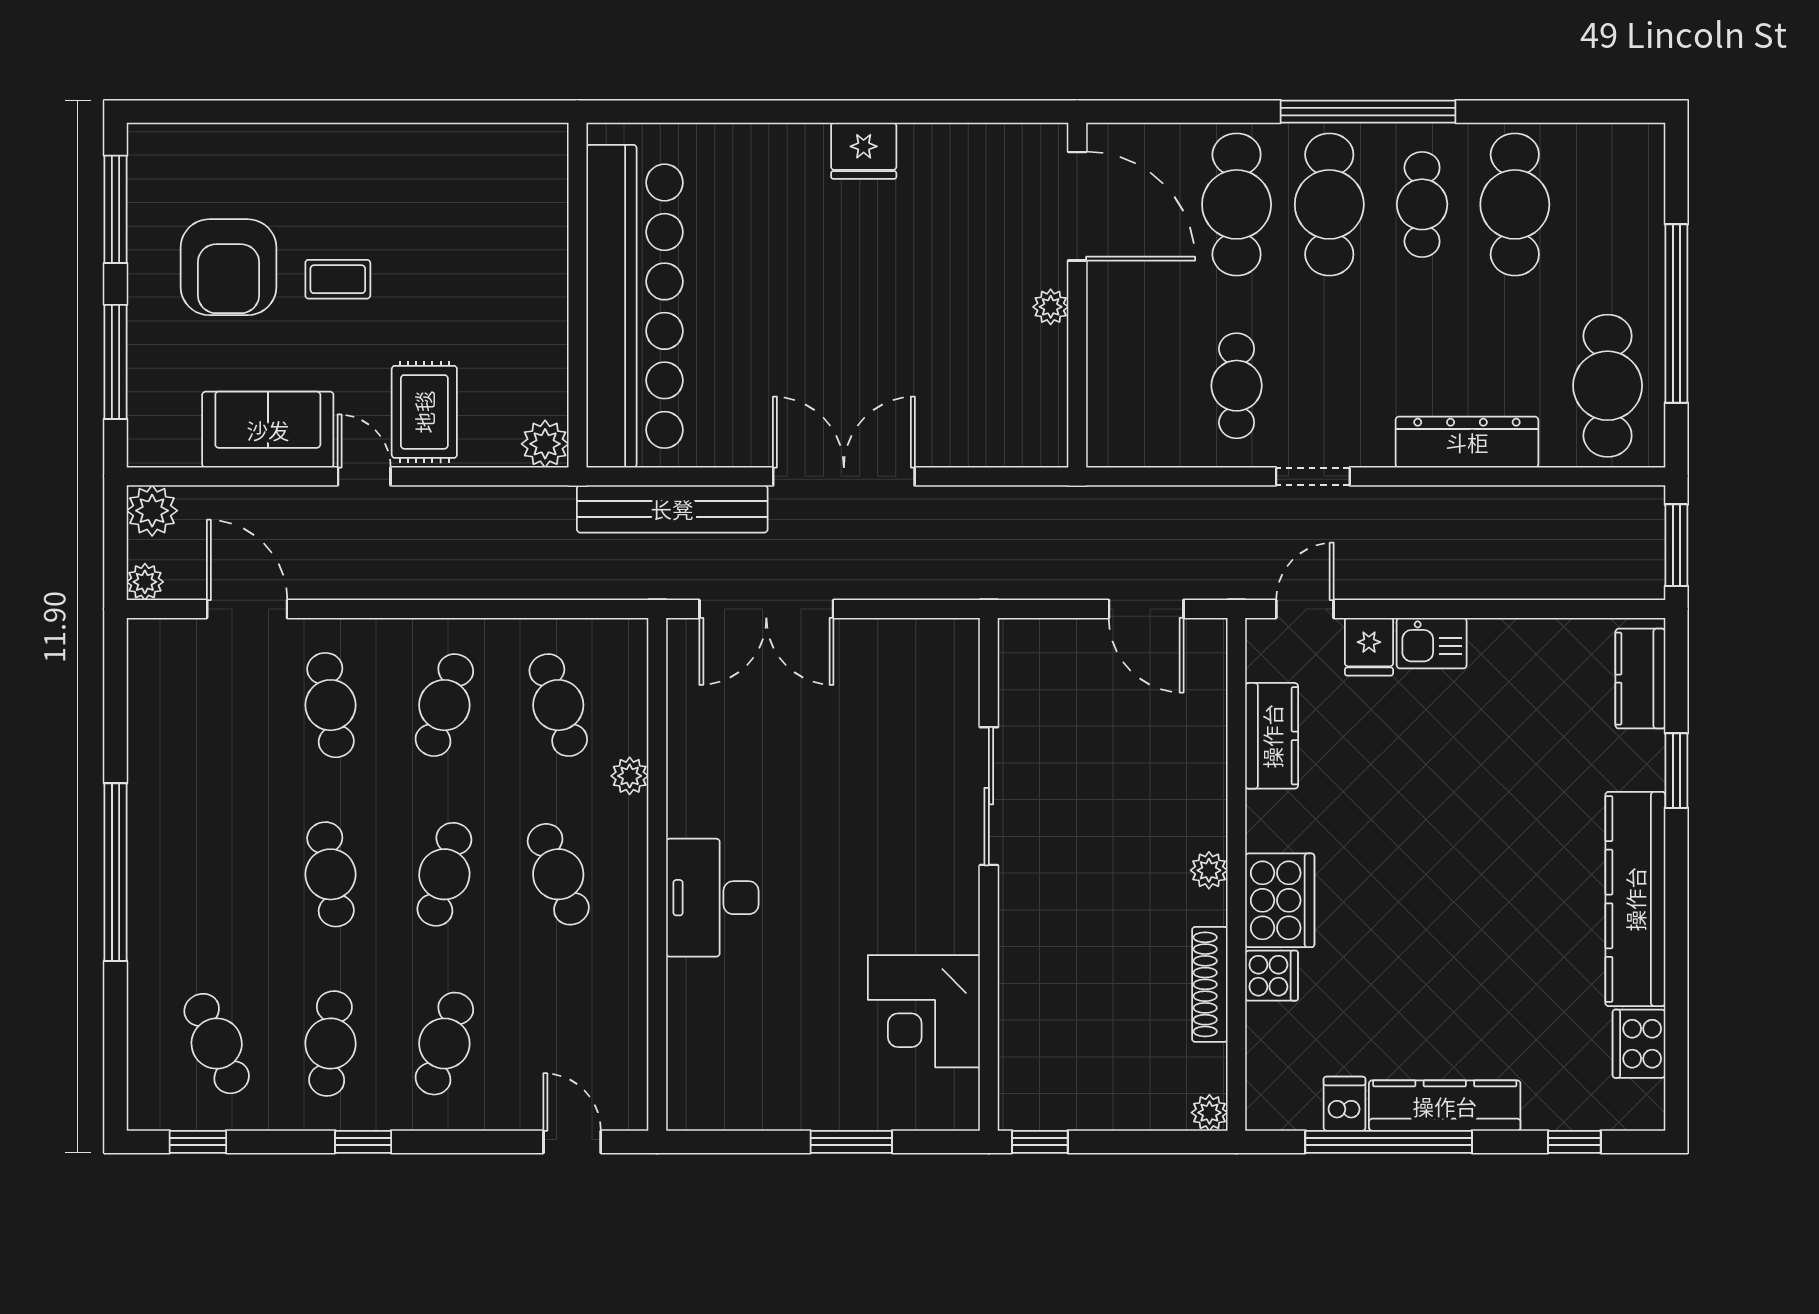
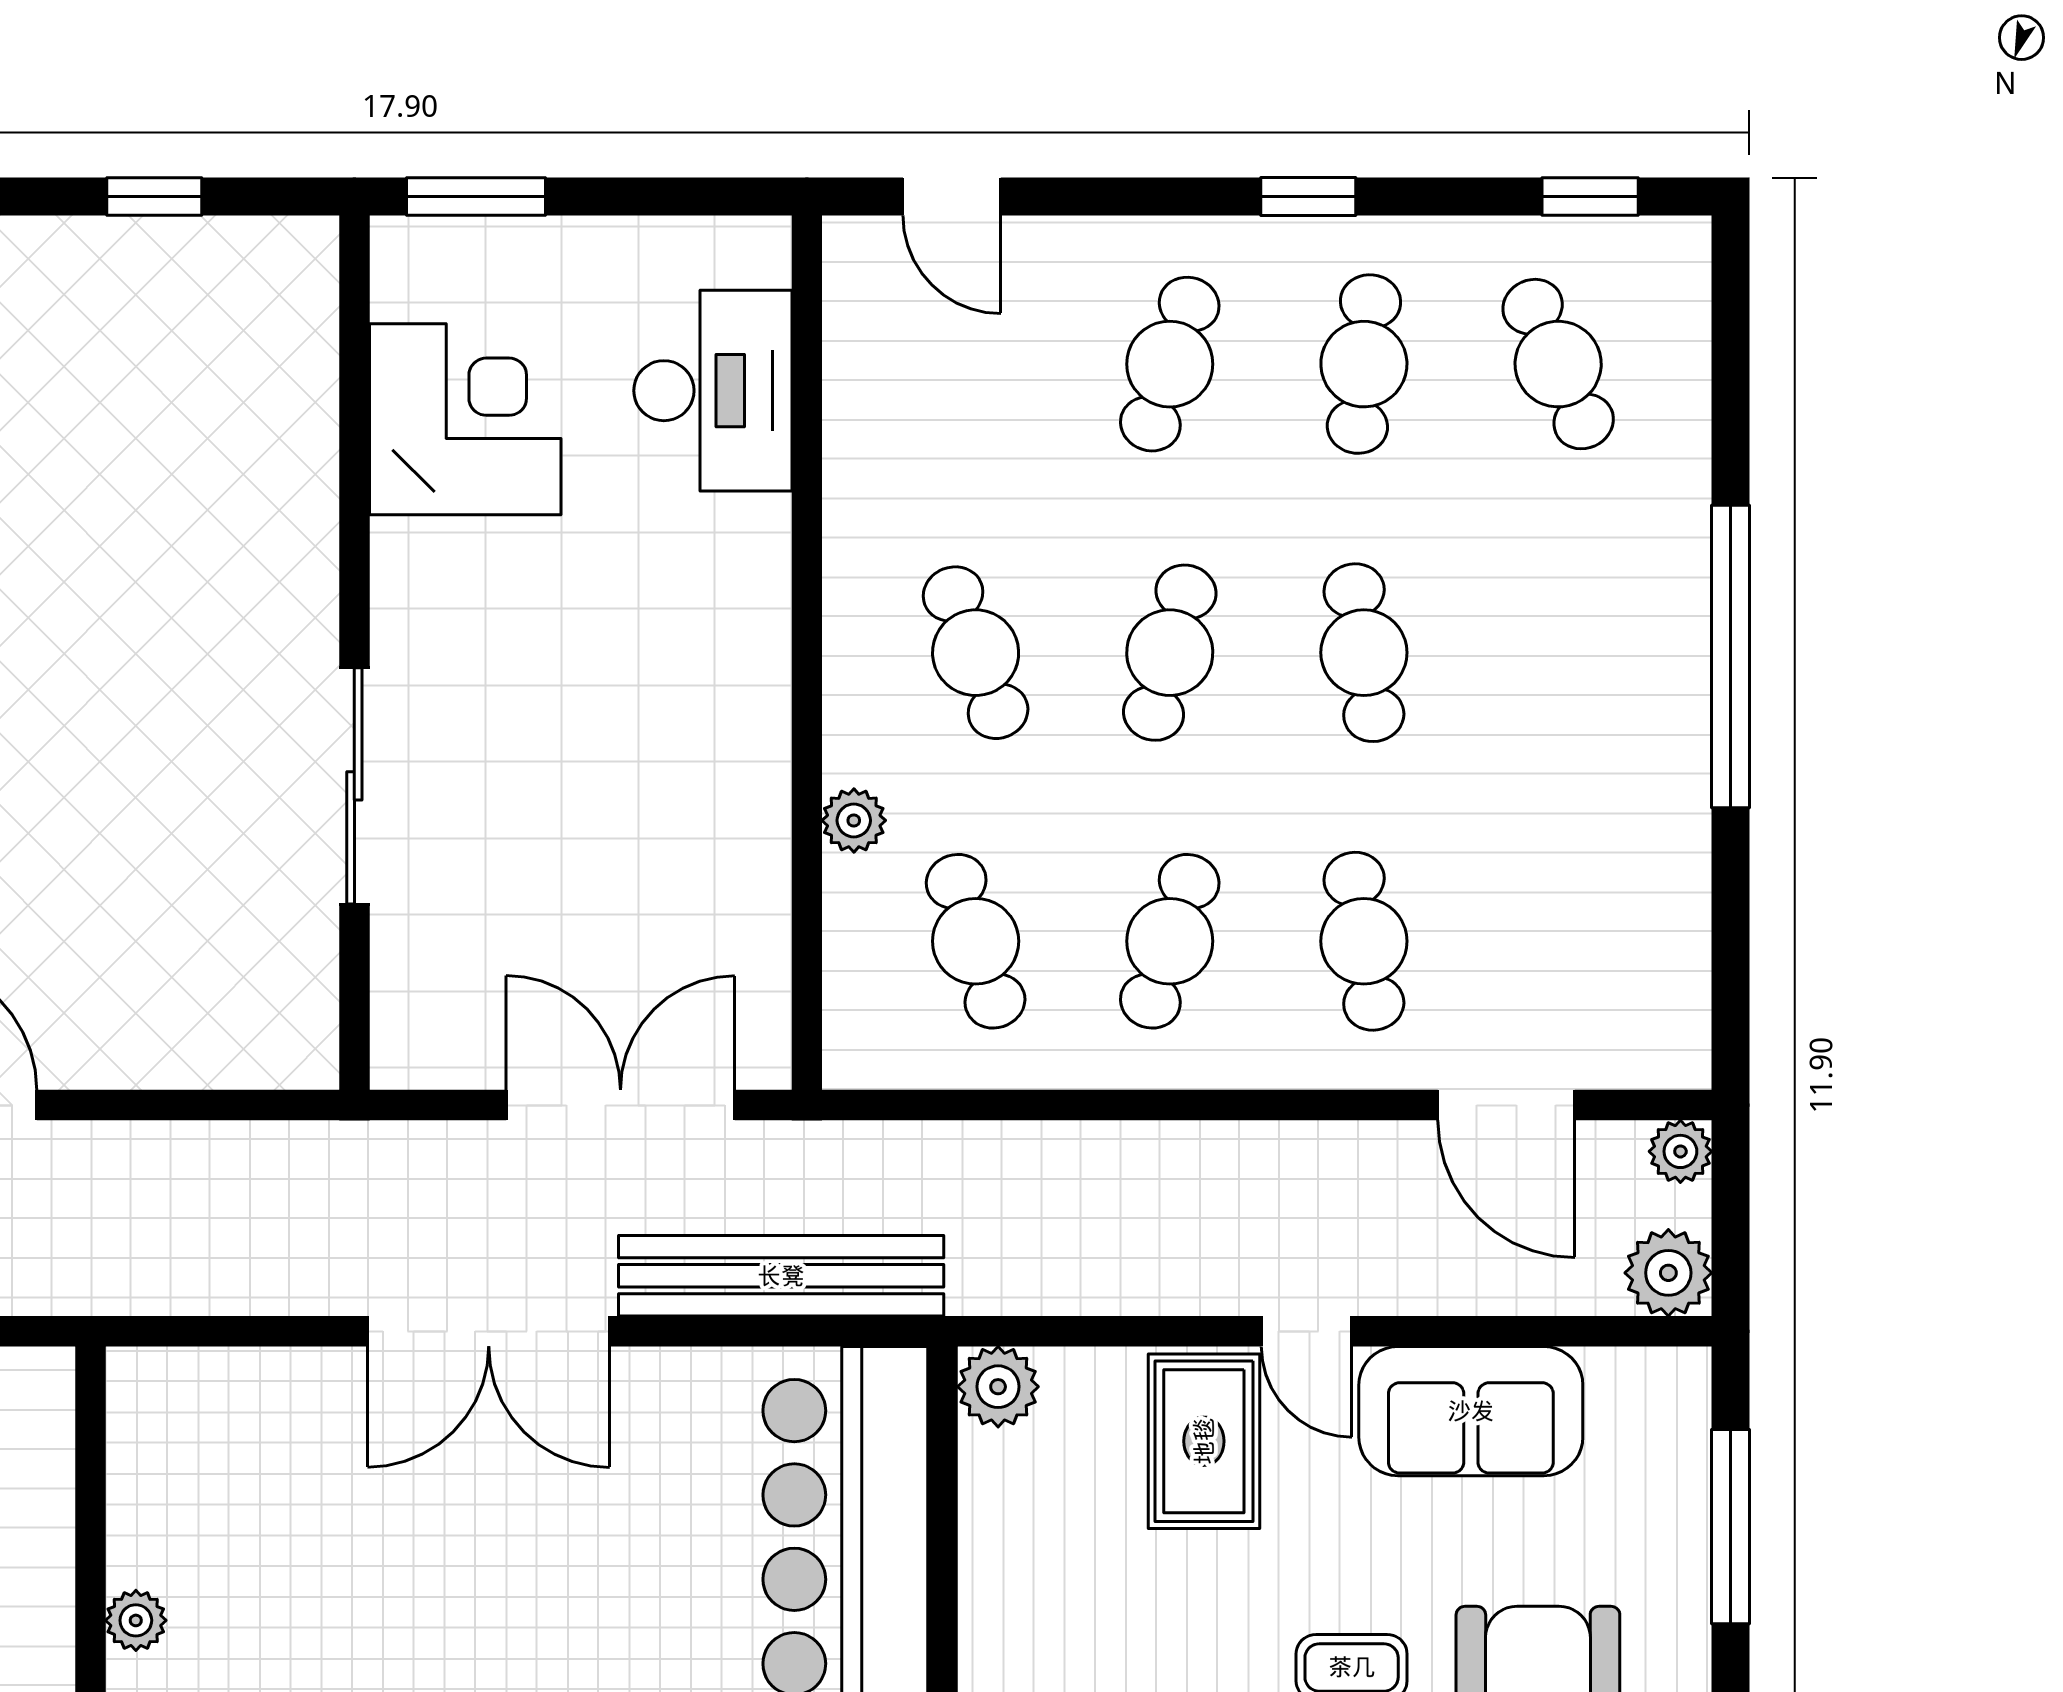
sliding door: (989, 796) -> (354, 786), moved
wall: (989, 874) -> (354, 653), moved
desk: (712, 898) -> (713, 391), moved
corner desk: (924, 1011) -> (465, 419), moved

